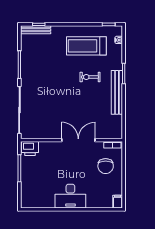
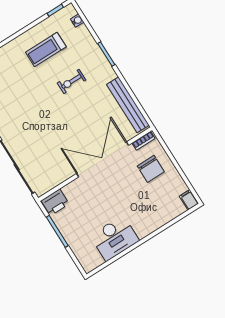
treadmill: (86, 46) -> (46, 50), width x0.73, depth x0.73
bench: (117, 92) -> (128, 105), moved
double door: (78, 140) -> (103, 159), width x1.36
desk: (70, 196) -> (115, 238), moved

